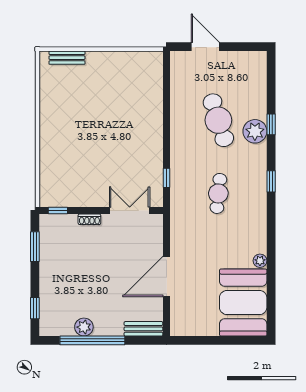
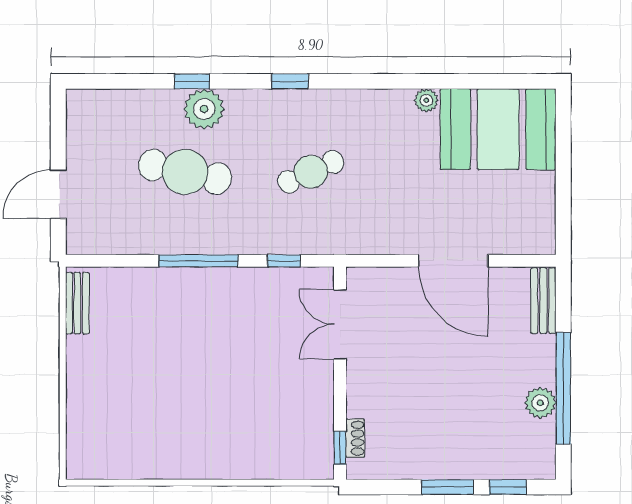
bench: (67, 58) -> (77, 303), moved
cafe table: (218, 120) -> (185, 172), turned 30
window: (167, 128) -> (198, 261), added
cafe table: (218, 193) -> (311, 172), turned -30
shoe rack: (89, 219) -> (355, 438), moved
window: (35, 247) -> (448, 487), moved

